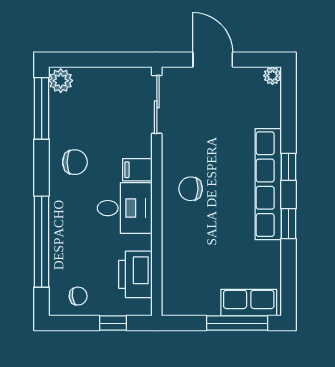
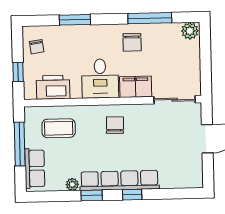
plant: (272, 76) -> (72, 184), moved
window: (42, 108) -> (150, 18), moved
filing cabinet: (137, 170) -> (136, 87), width x2.00
window: (42, 242) -> (75, 20), width x0.47
coffee table: (193, 268) -> (59, 128), added
window: (237, 323) -> (20, 144), moved

